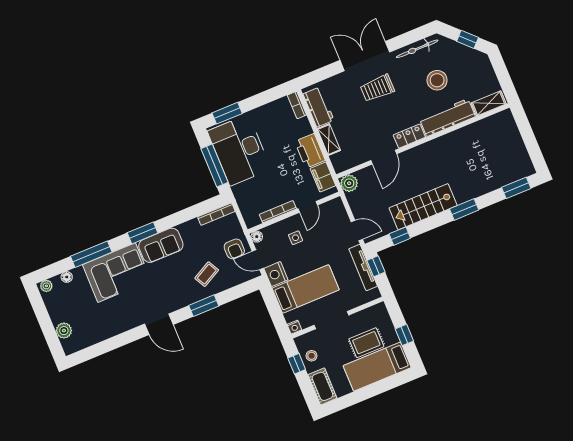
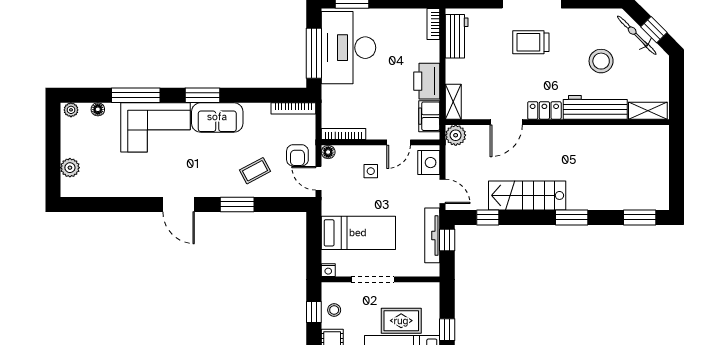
bicycle: (417, 49) -> (637, 35), moved, turned 45
shelving: (329, 140) -> (453, 102), moved
bookcase: (278, 212) -> (343, 134), moved
nightstand: (276, 274) -> (429, 163), moved, turned 180

